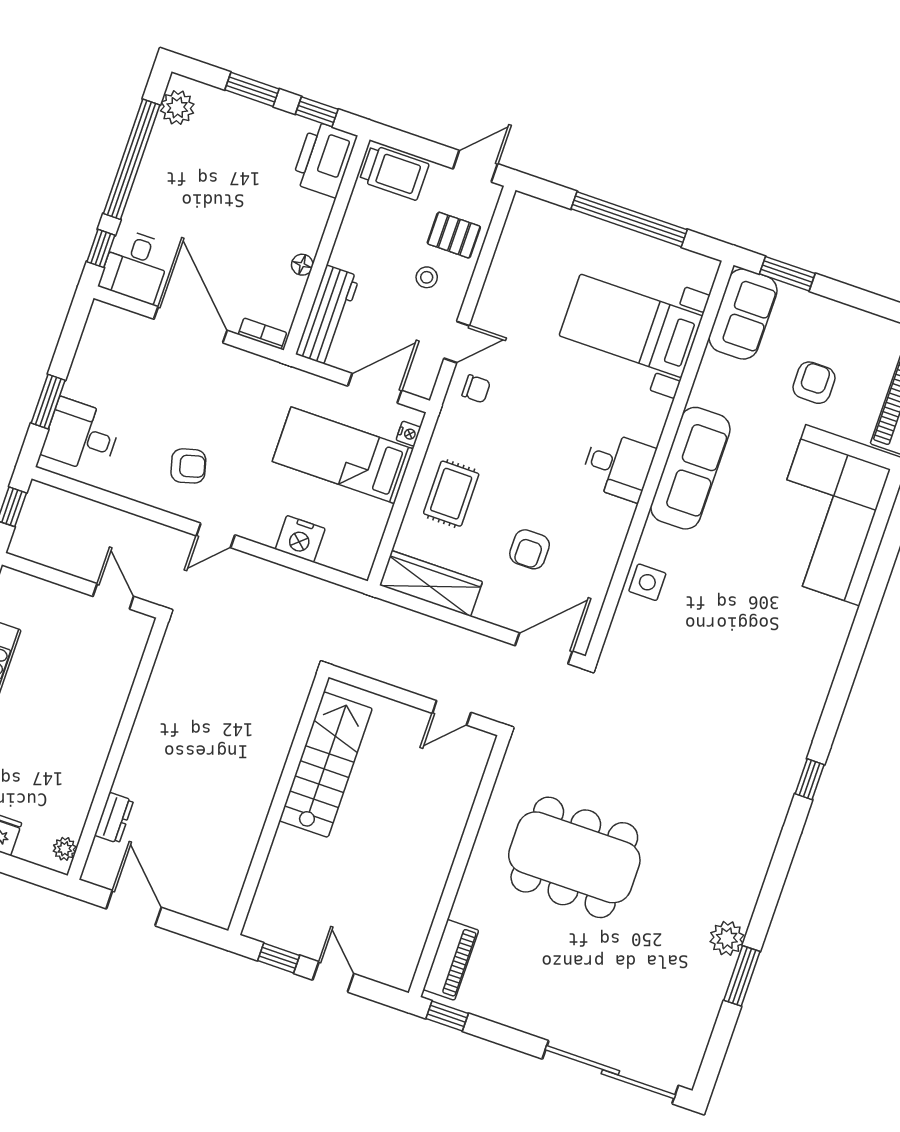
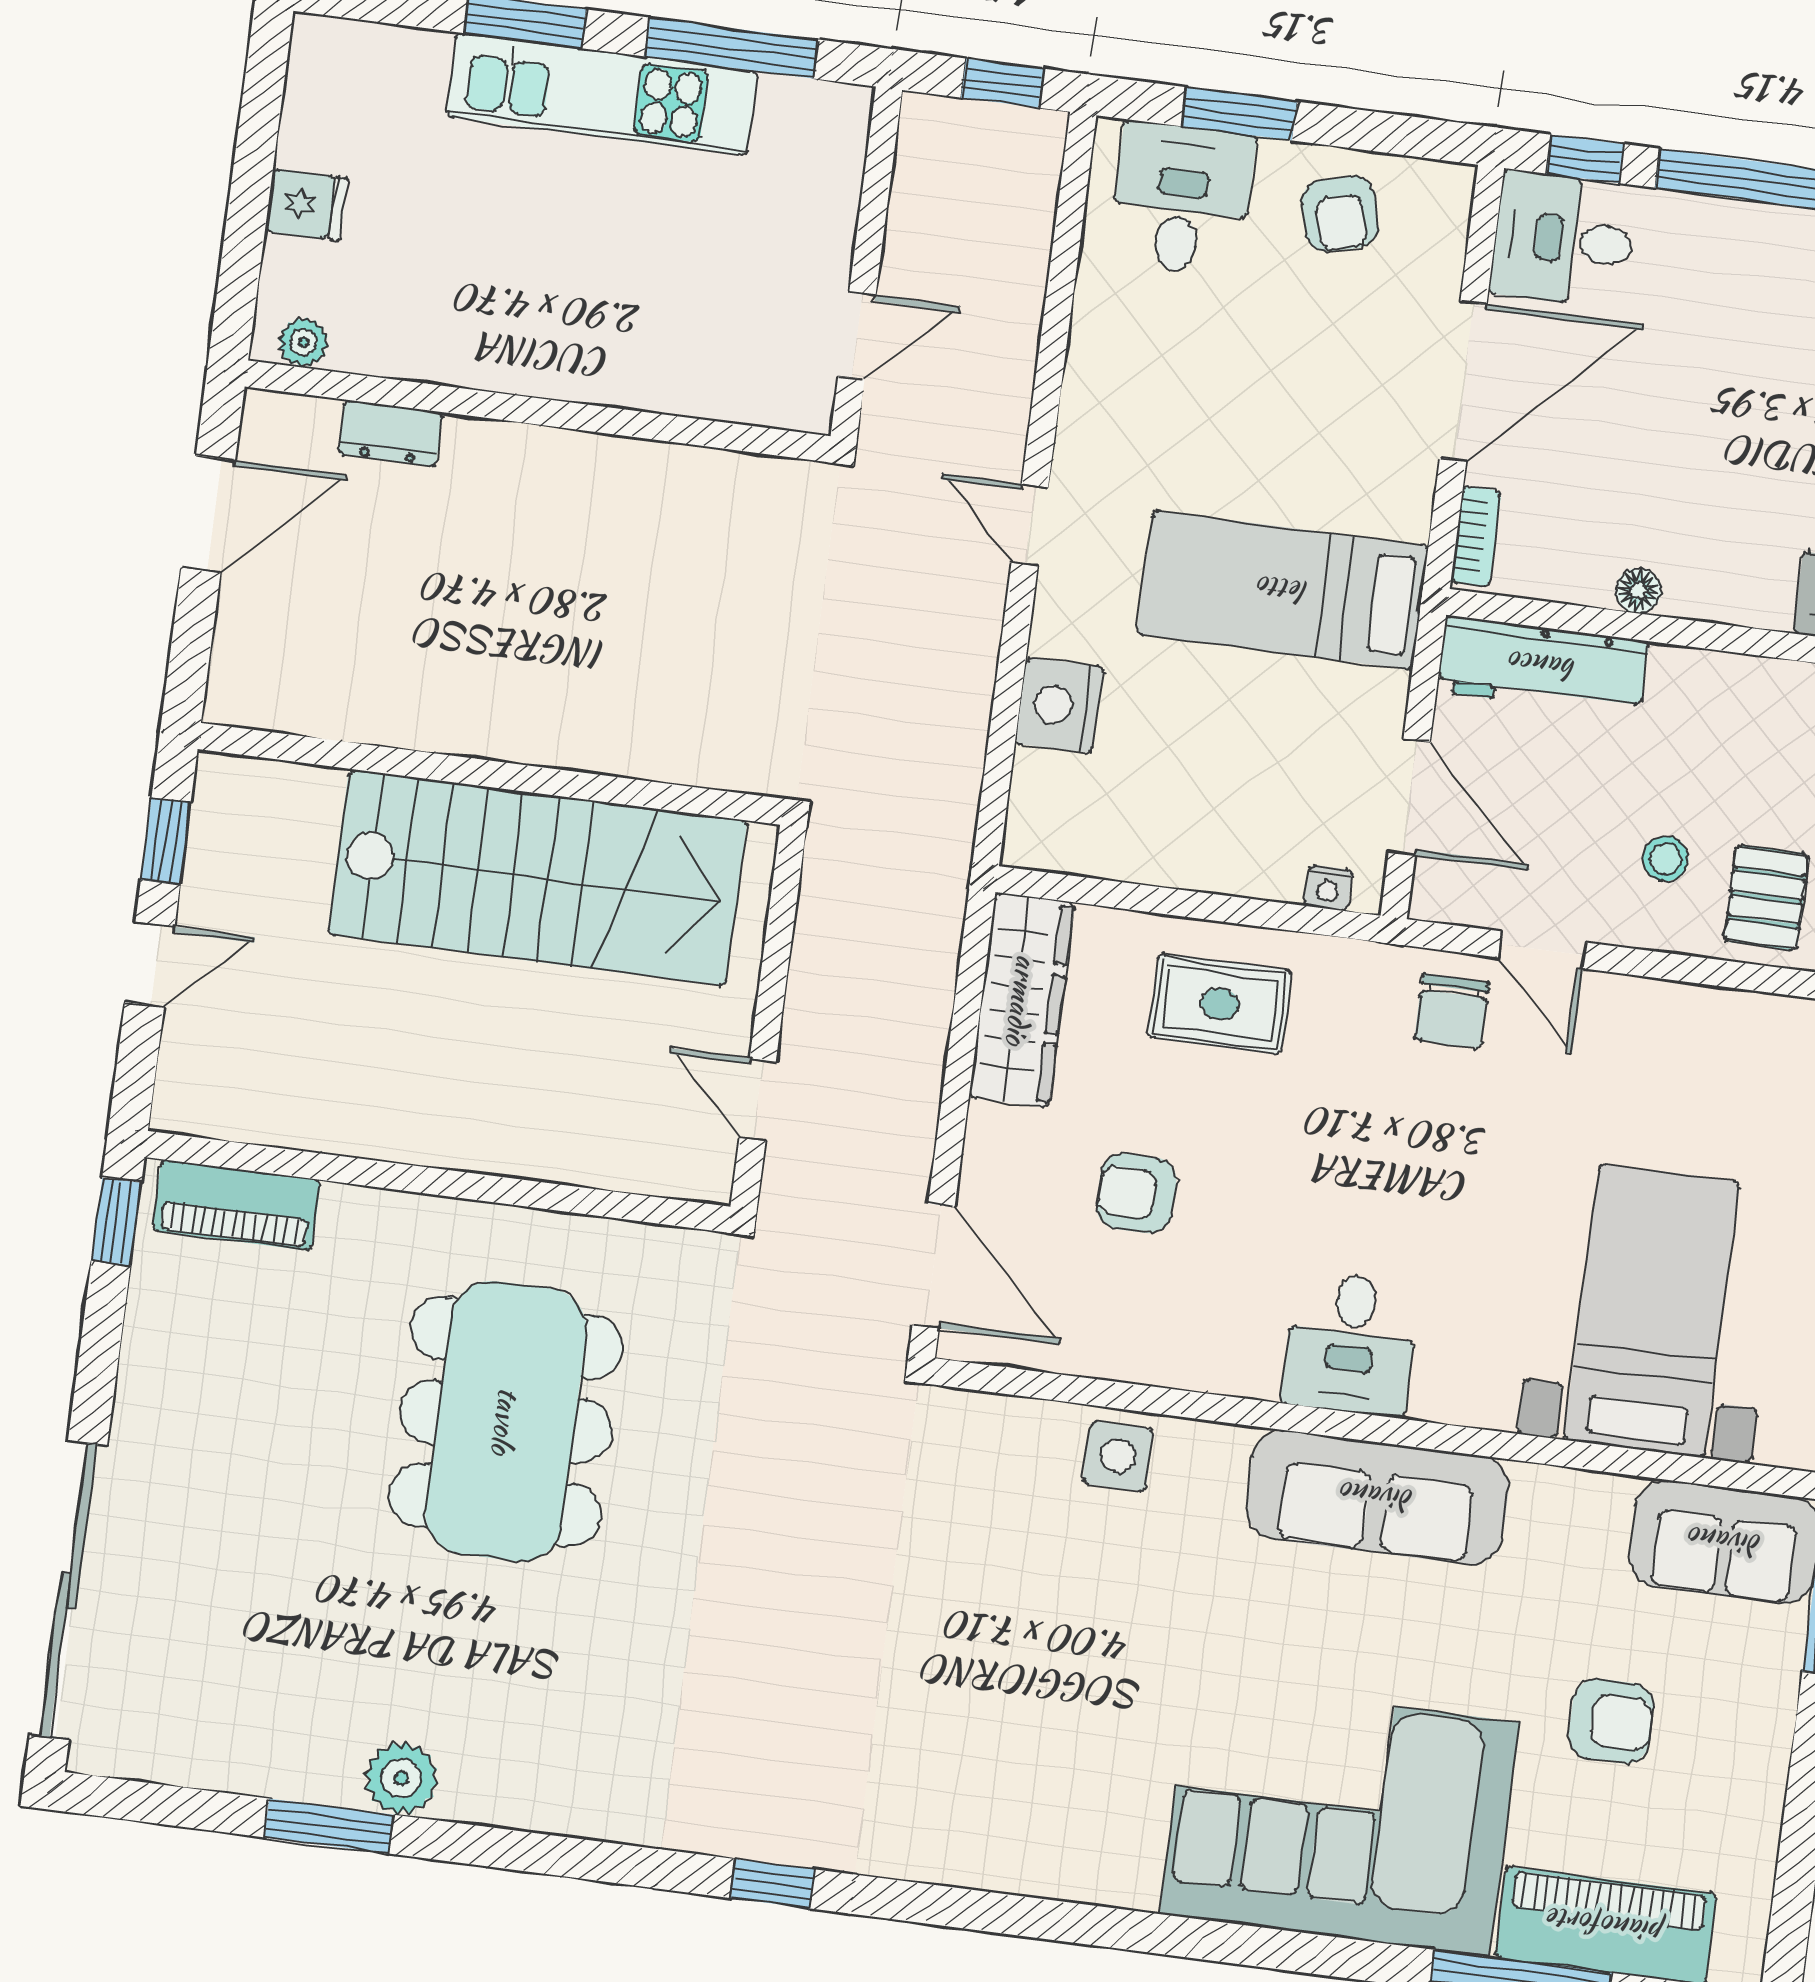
chair: (476, 389) -> (1452, 1011), width x1.37, depth x1.37
bed: (343, 455) -> (1283, 590), moved, turned -90
armchair: (188, 466) -> (1340, 214), moved
stairs: (326, 765) -> (537, 877), width x1.36, depth x1.51

